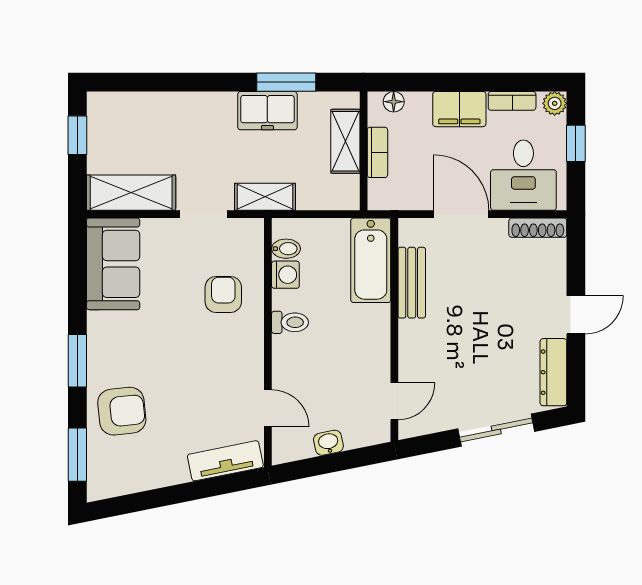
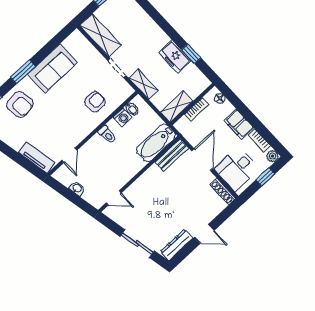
window: (286, 82) -> (191, 54), width x0.67
shelving: (345, 141) -> (177, 107), moved
sofa: (113, 264) -> (52, 68), moved
bench: (412, 283) -> (172, 155), moved

